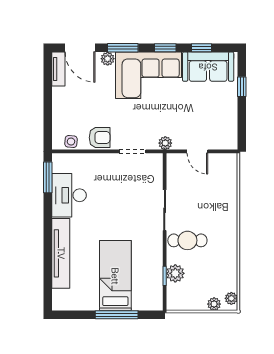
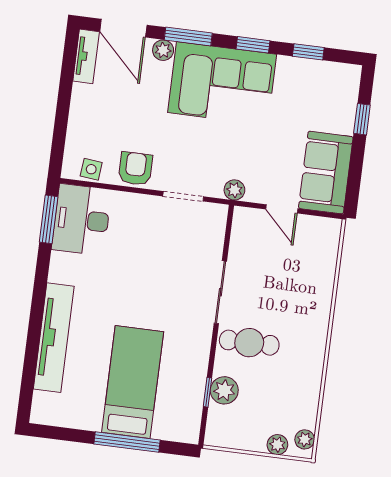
sofa: (208, 67) -> (326, 173), moved, turned 90
armchair: (100, 138) -> (135, 169), turned -90
desk: (69, 195) -> (82, 220), moved

